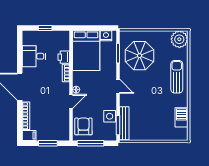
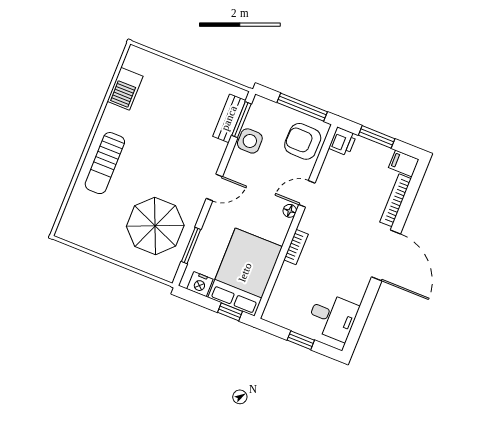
window: (86, 28) -> (230, 312), added
plant: (179, 39) -> (74, 227), removed
desk: (34, 56) -> (333, 317), moved
printer: (64, 57) -> (343, 141), moved
door: (118, 86) -> (214, 187), swing flipped
bench: (124, 123) -> (229, 118), width x0.73
armchair: (83, 126) -> (303, 141), turned 91

